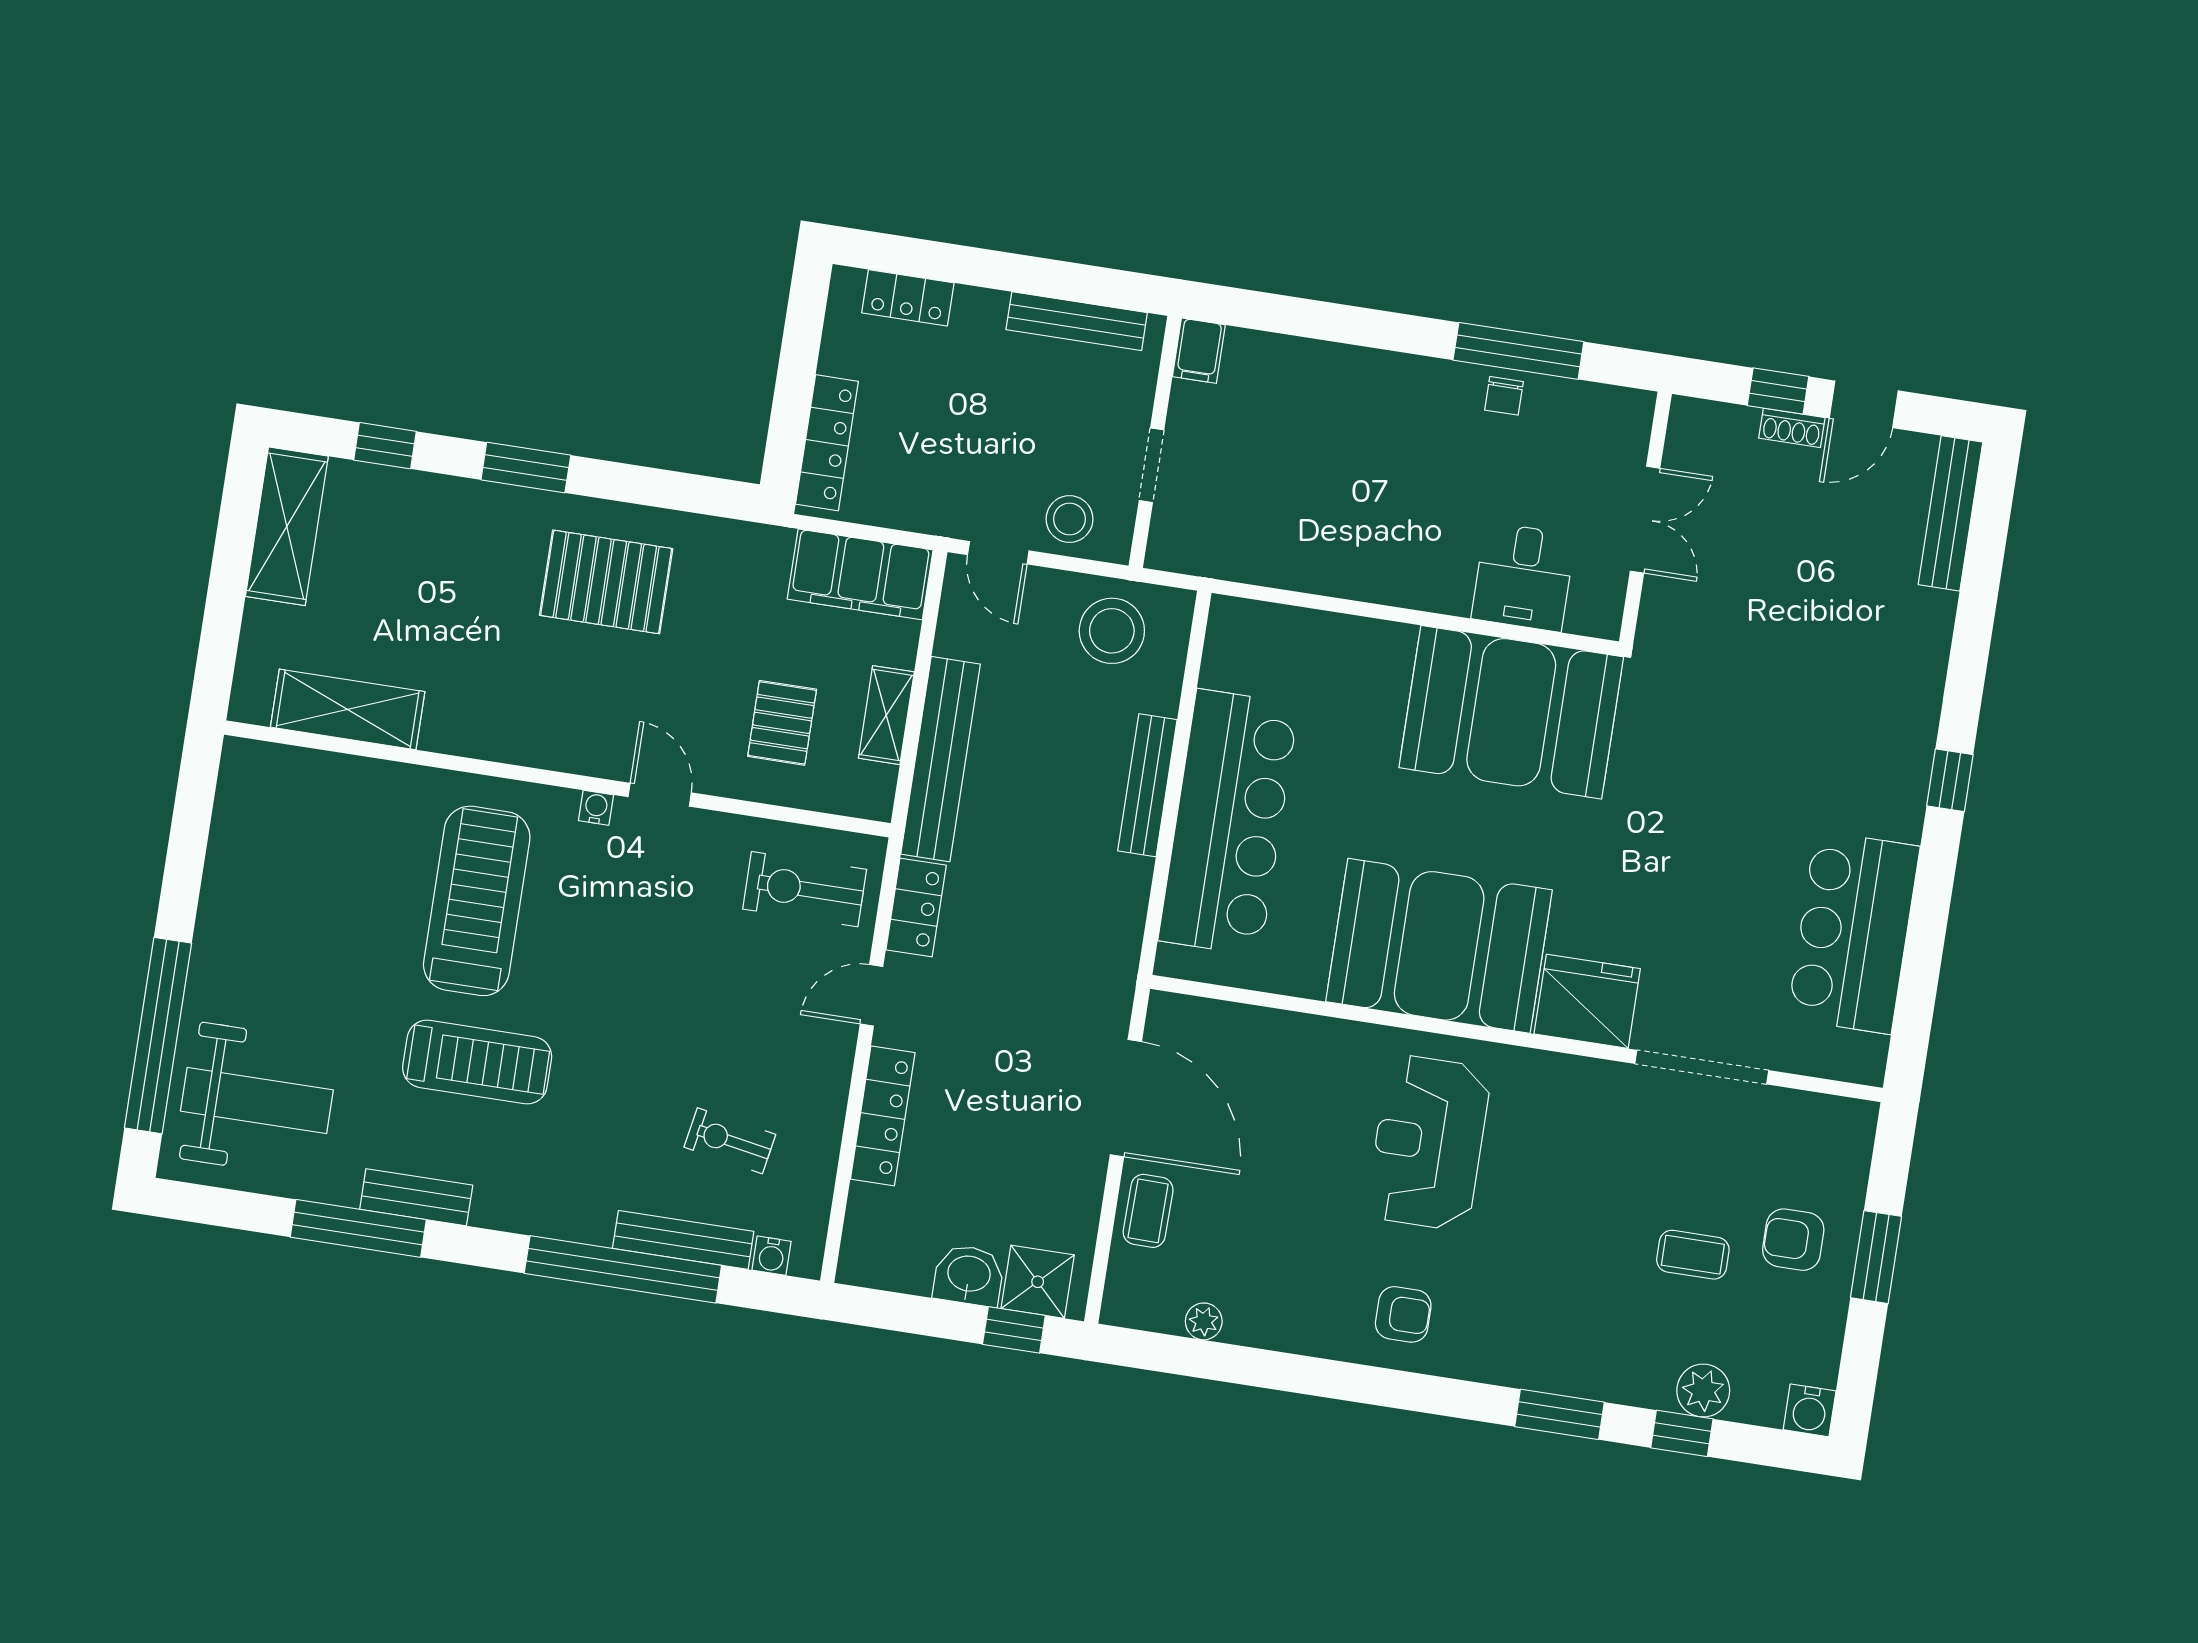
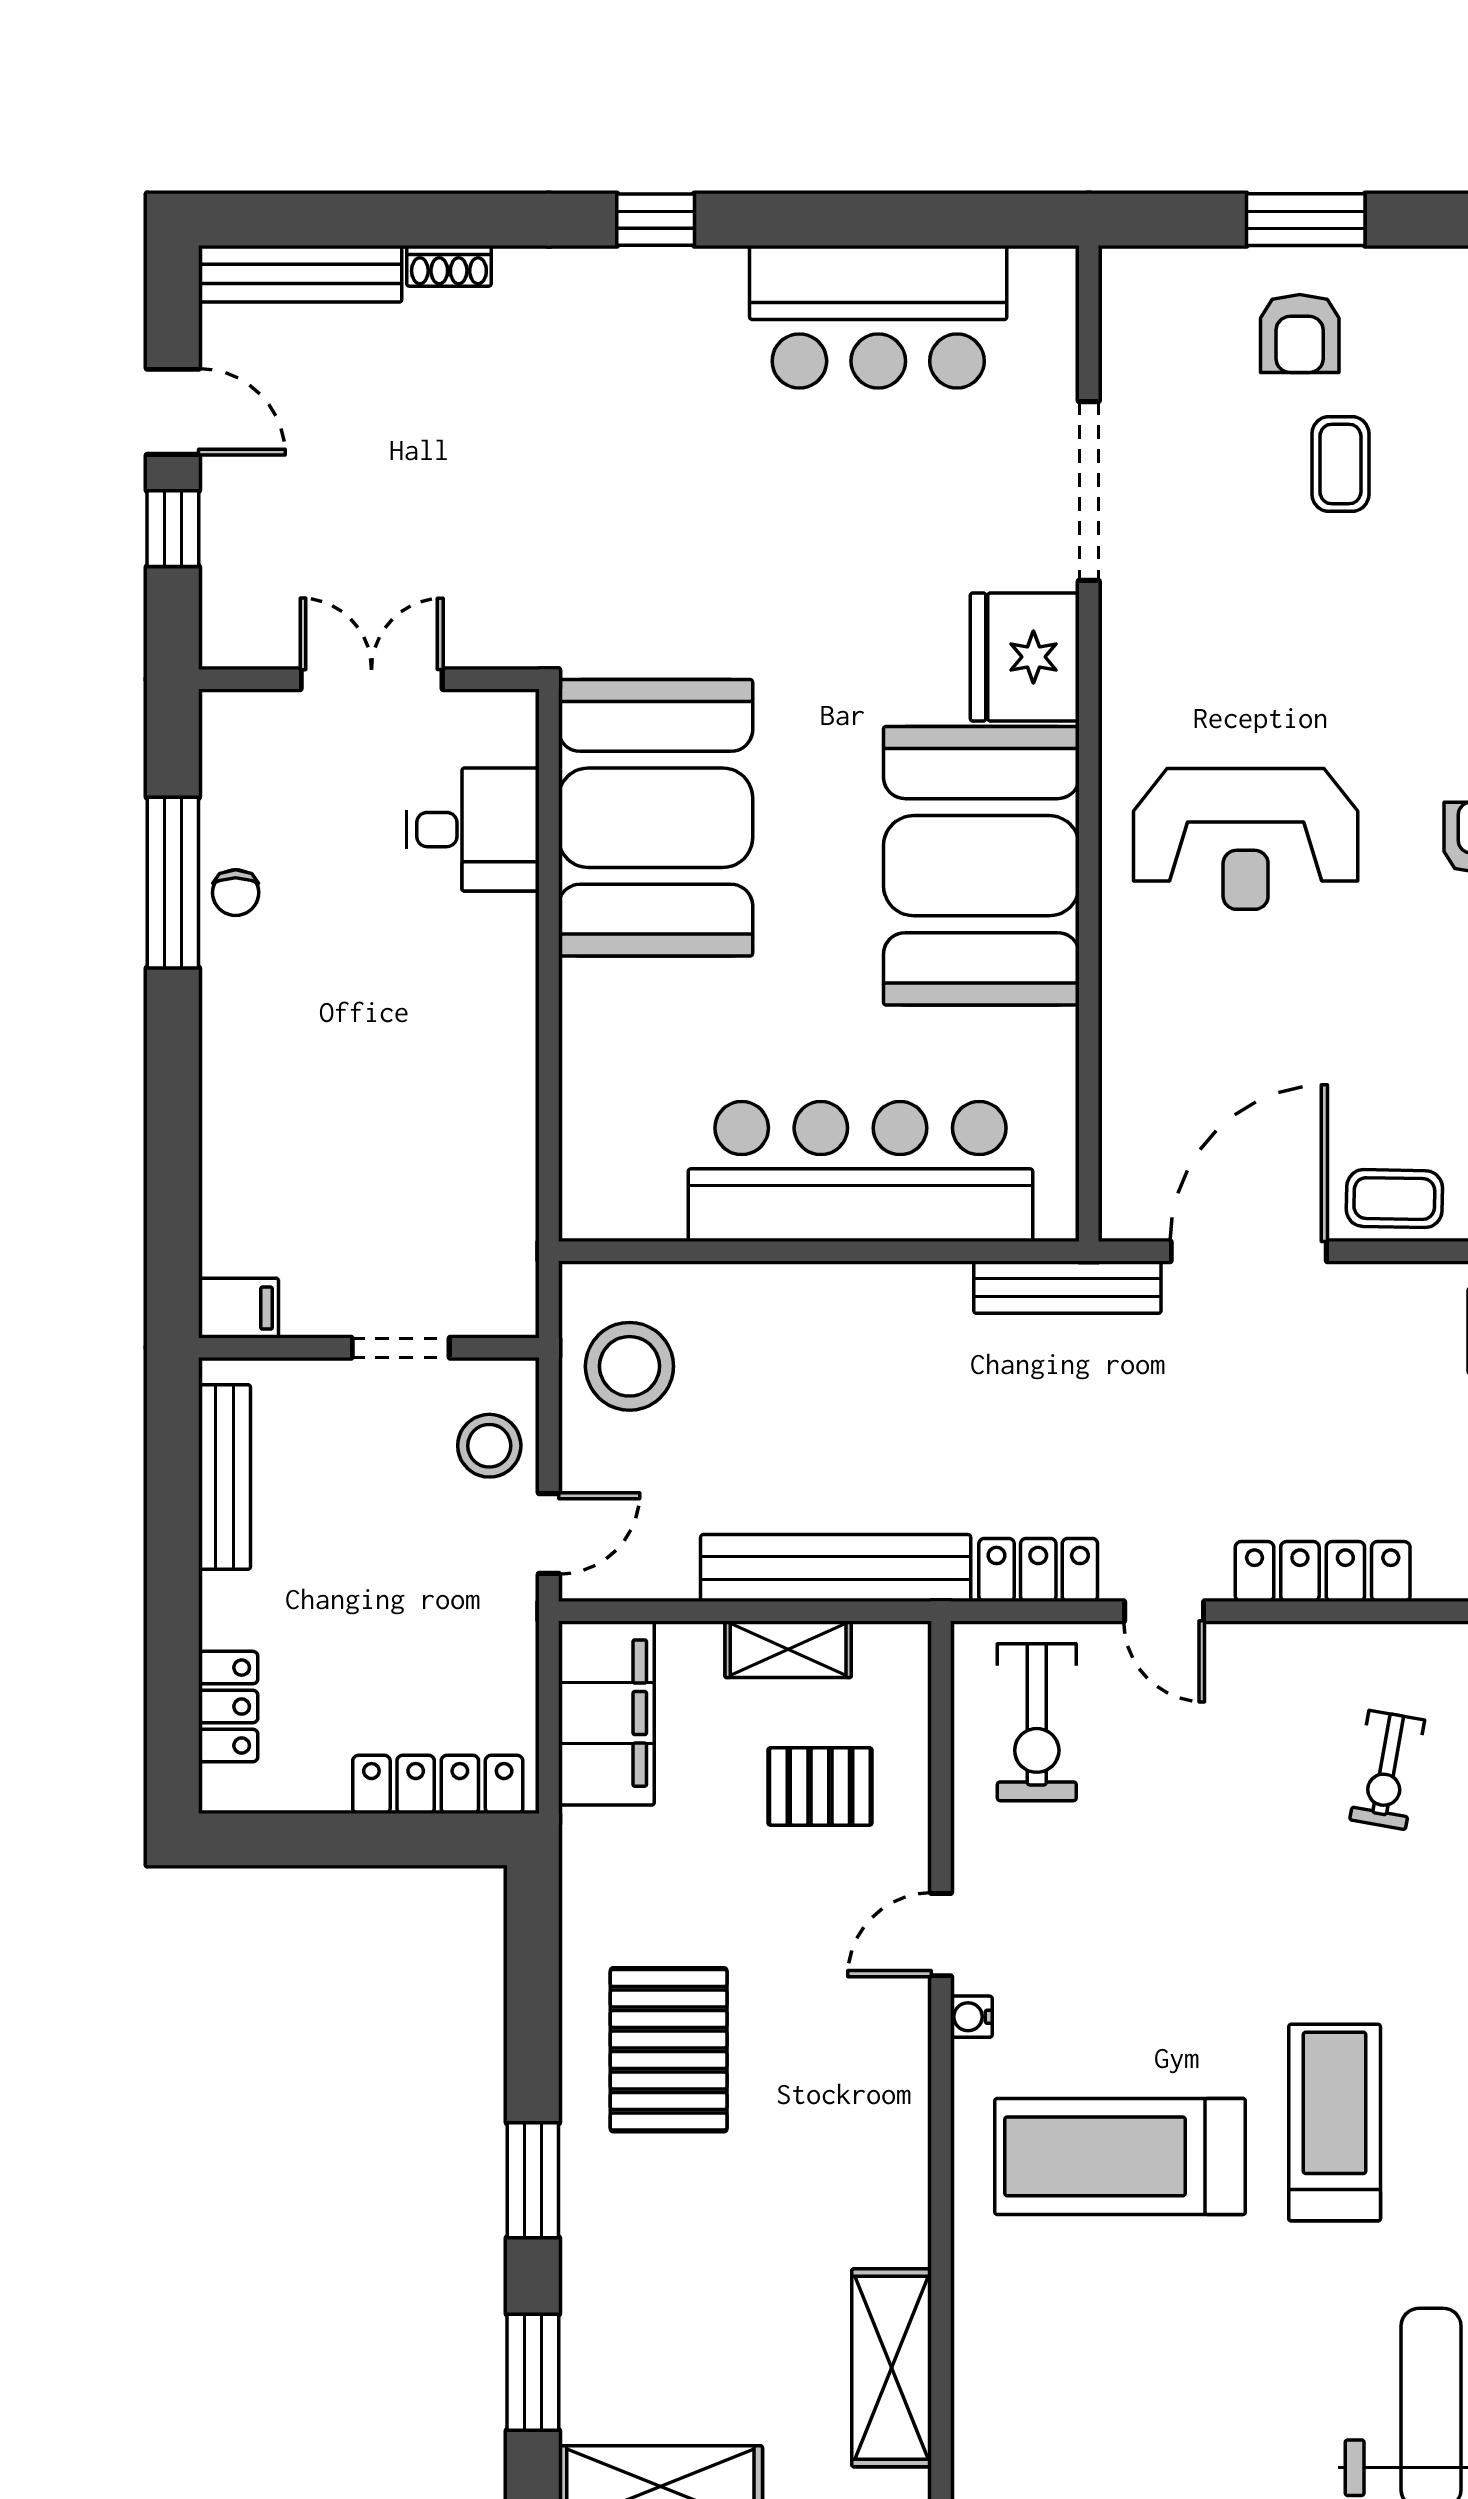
chair: (1504, 396) -> (236, 893), turned 90
shoe rack: (1792, 428) -> (449, 266), moved, turned 90
window: (385, 446) -> (533, 2372), width x1.50
bench: (1147, 785) -> (1067, 1287), moved

